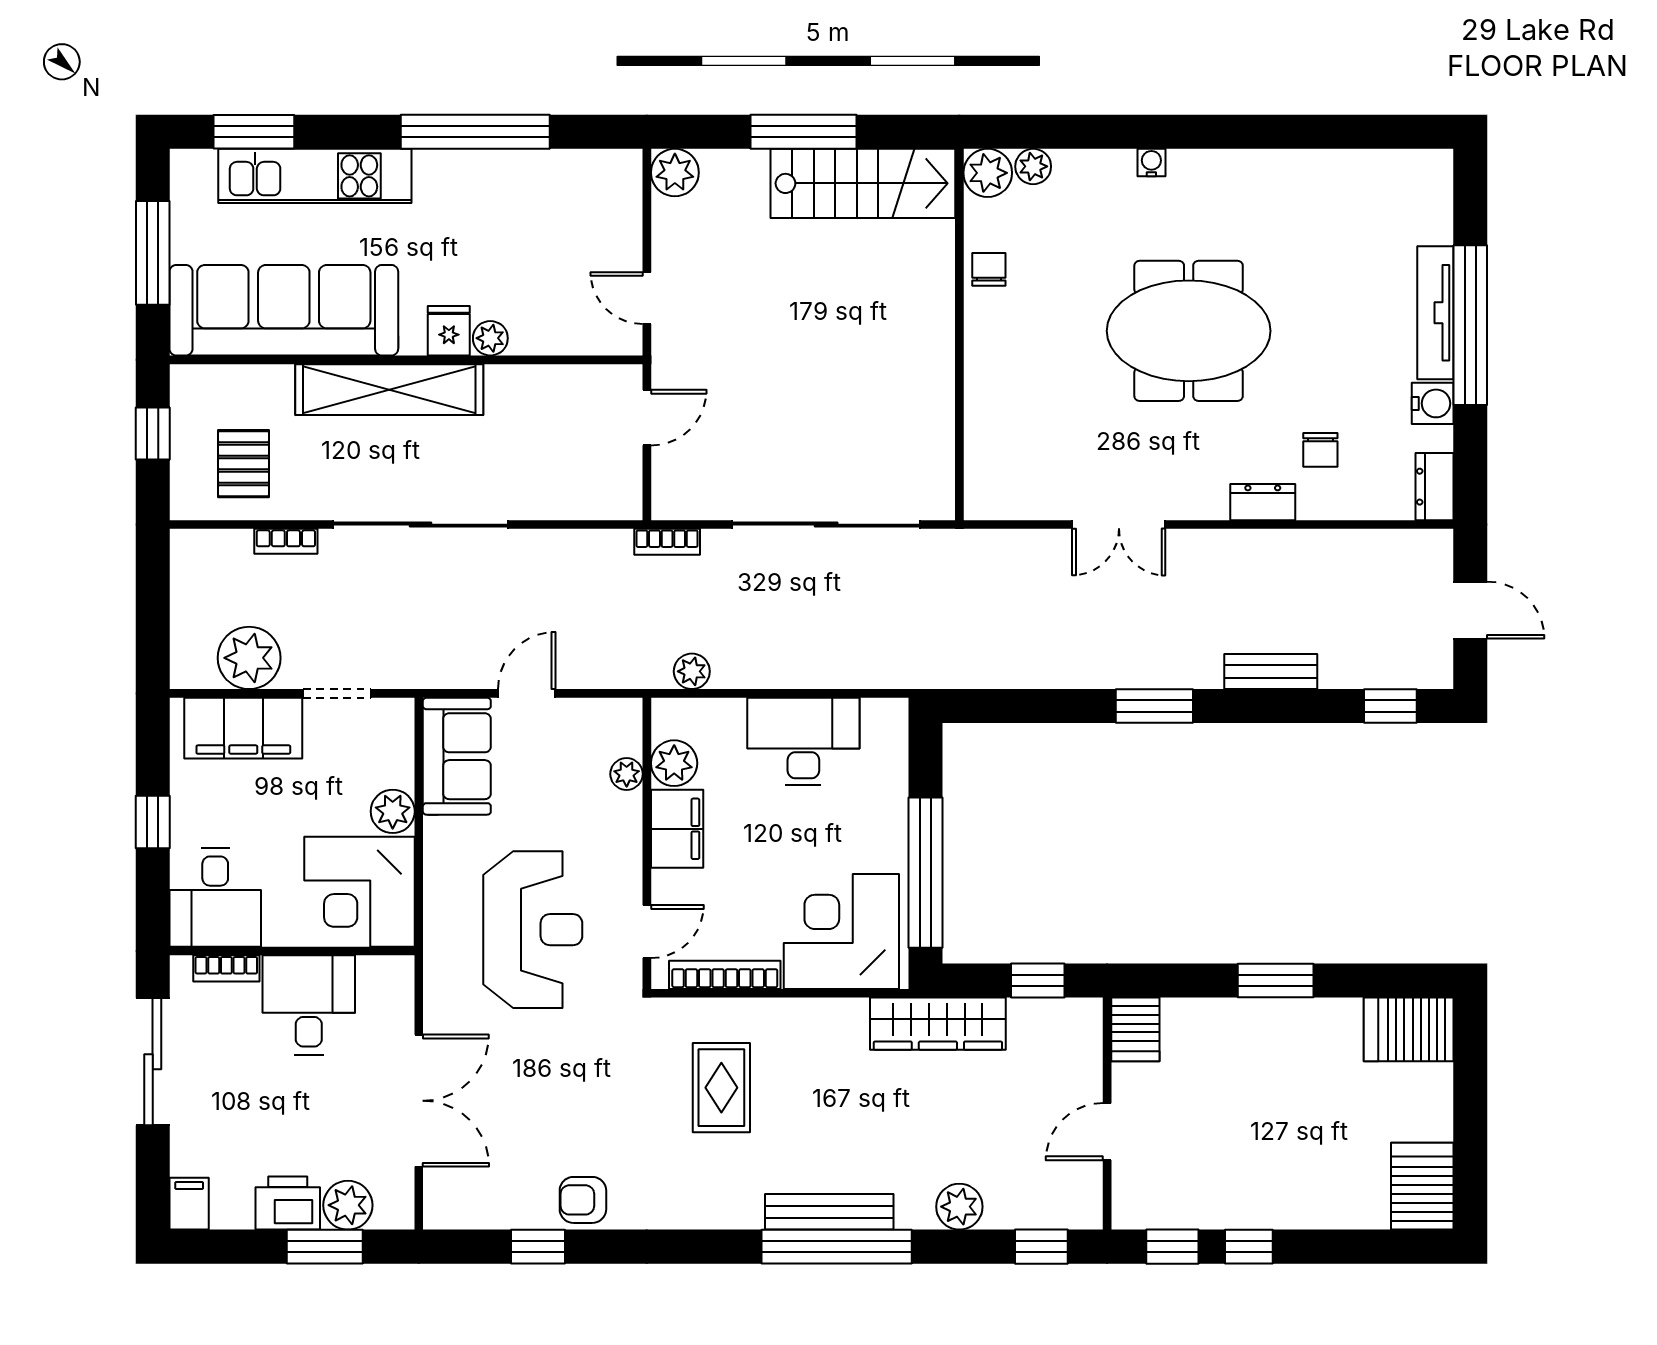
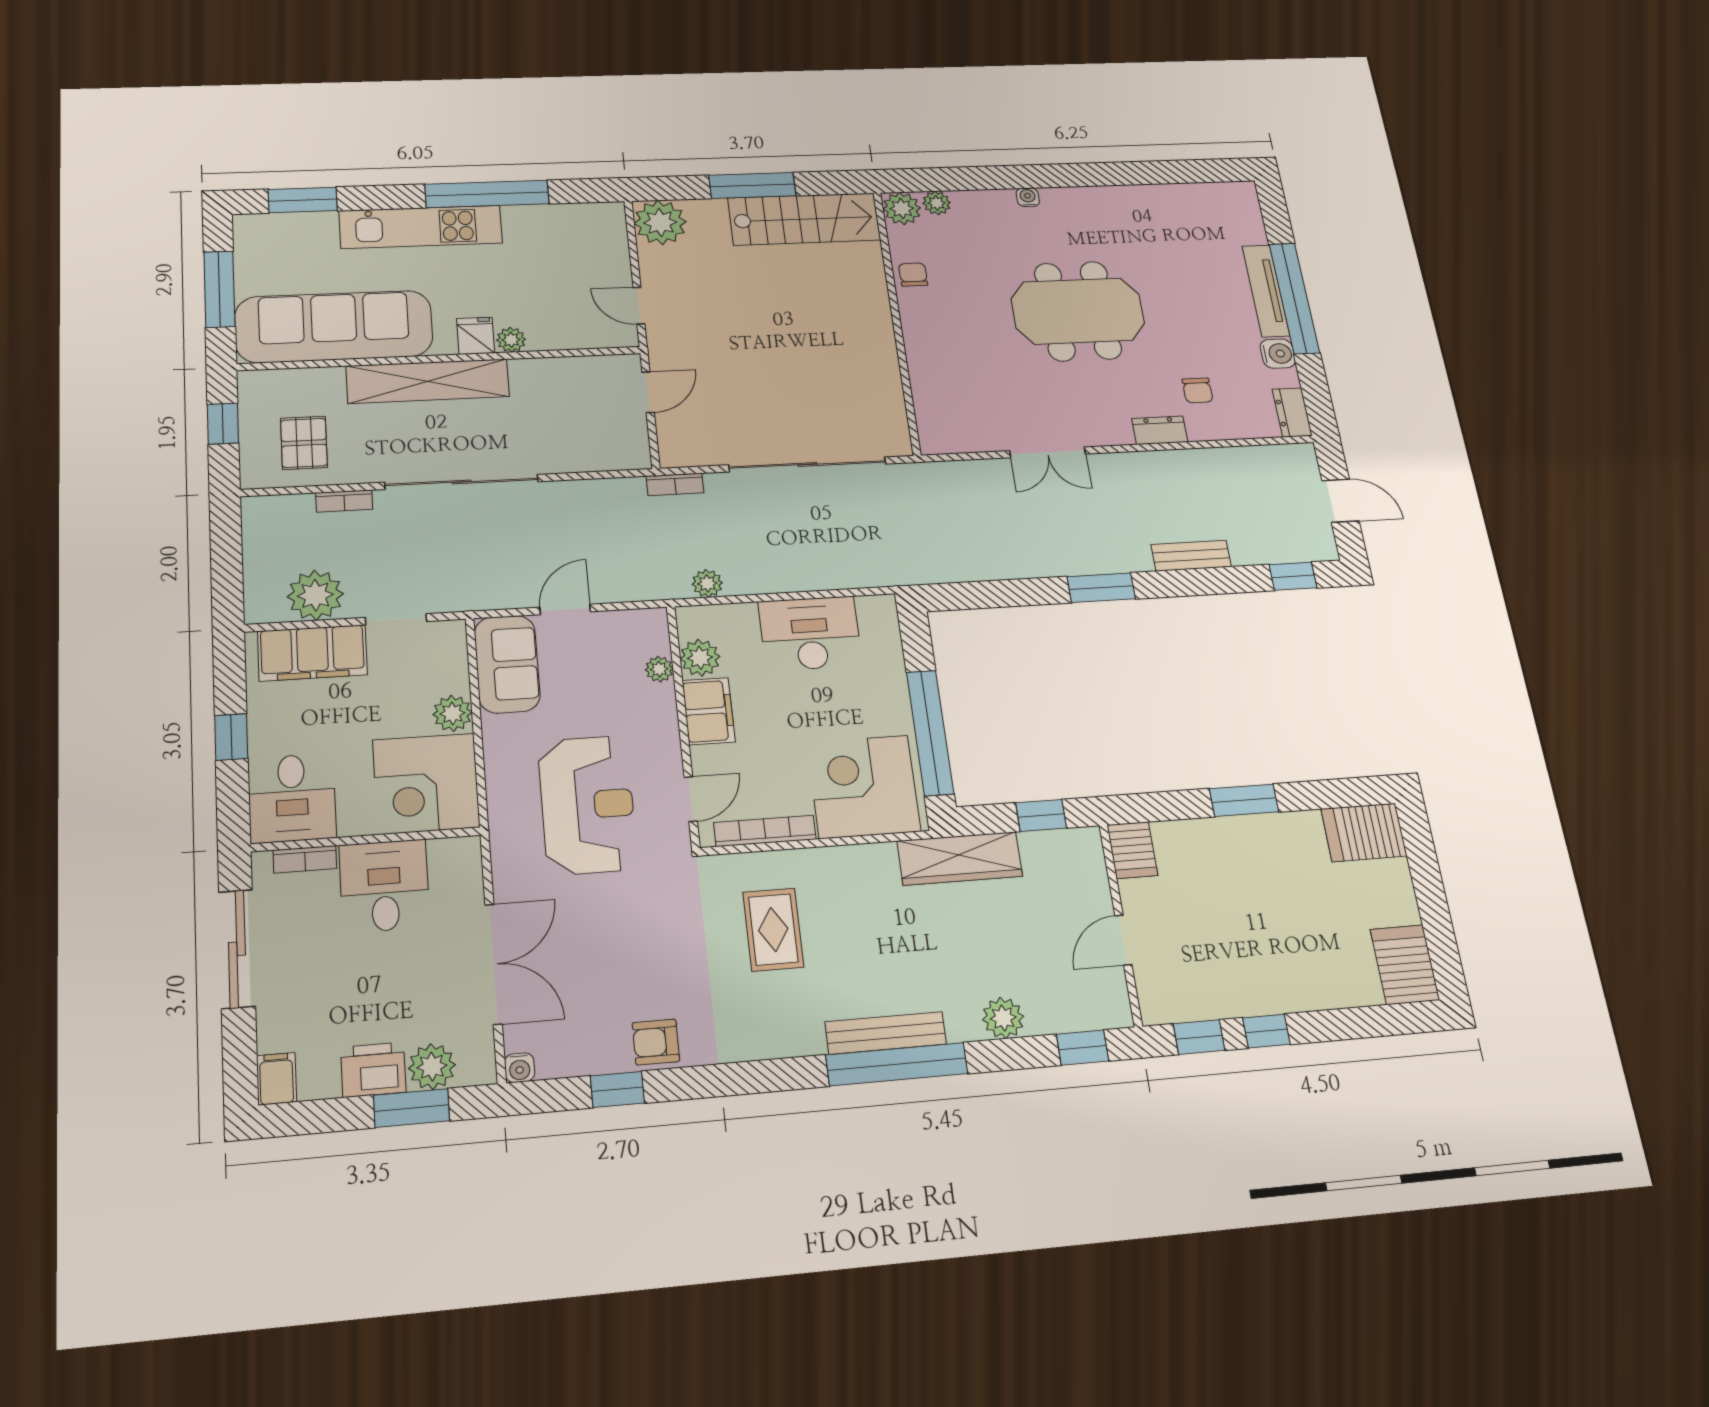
plant: (675, 173) -> (660, 222), width x1.36, depth x1.36
kitchen unit: (315, 176) -> (421, 227), moved
water cooler: (438, 1215) -> (520, 1068), added

